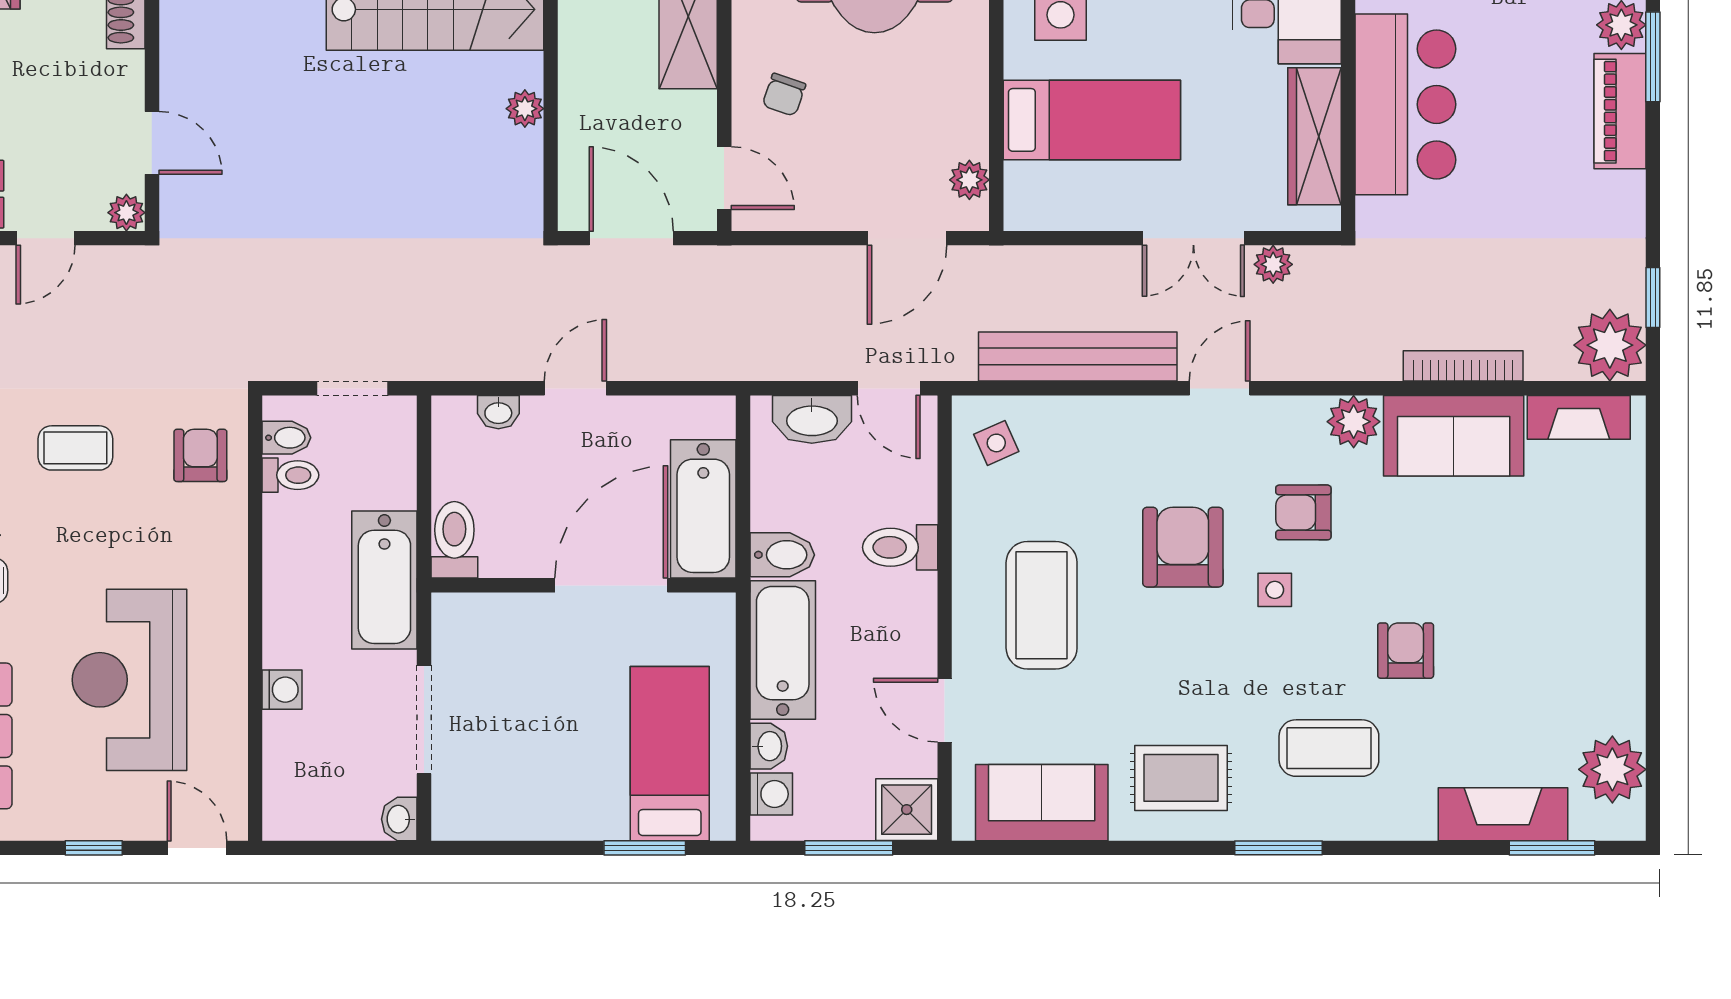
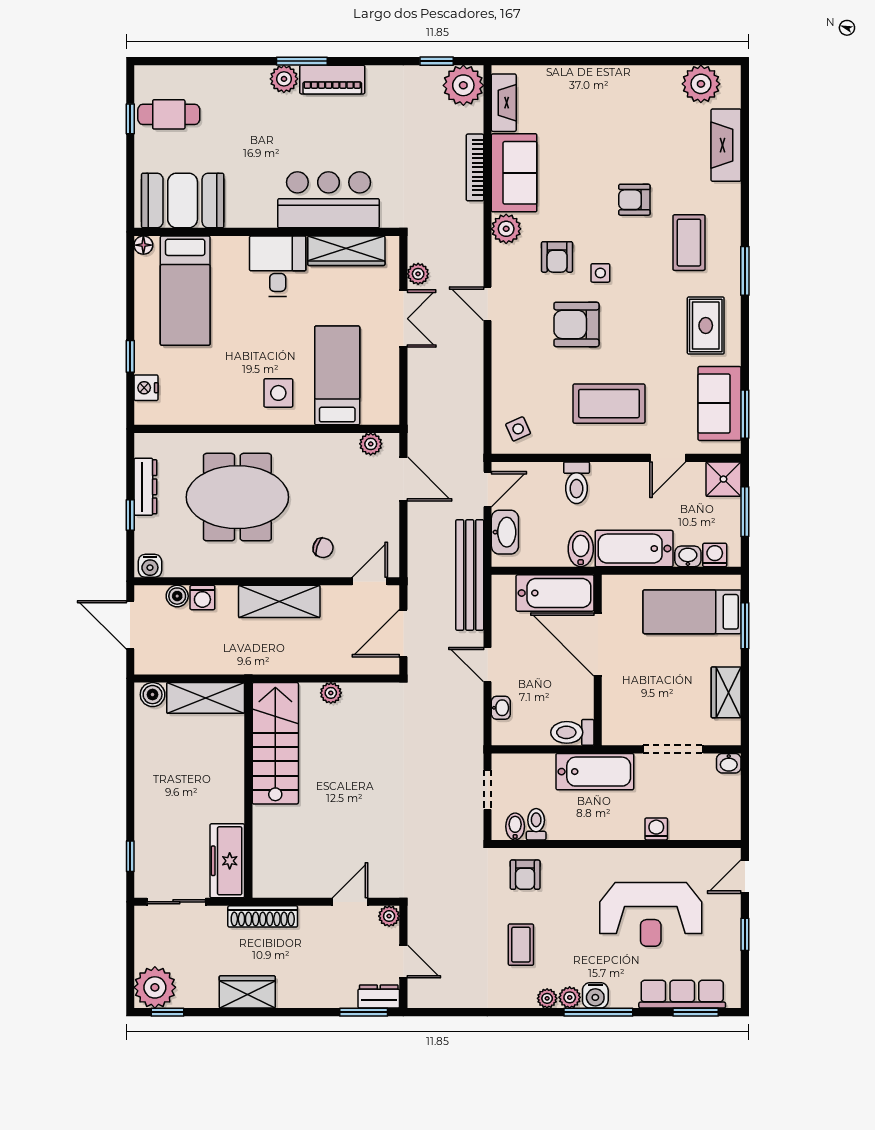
bench: (1078, 357) -> (470, 575), moved
armchair: (200, 455) -> (525, 875), turned -90
wardrobe: (526, 814) -> (726, 692), added
window: (1552, 848) -> (745, 414), moved

